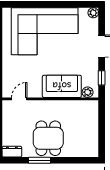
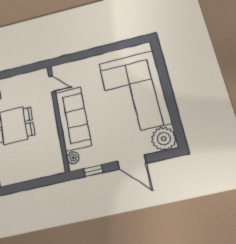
plant: (93, 13) -> (164, 139), width x1.87, depth x1.87
sofa: (62, 86) -> (73, 119), width x1.36

